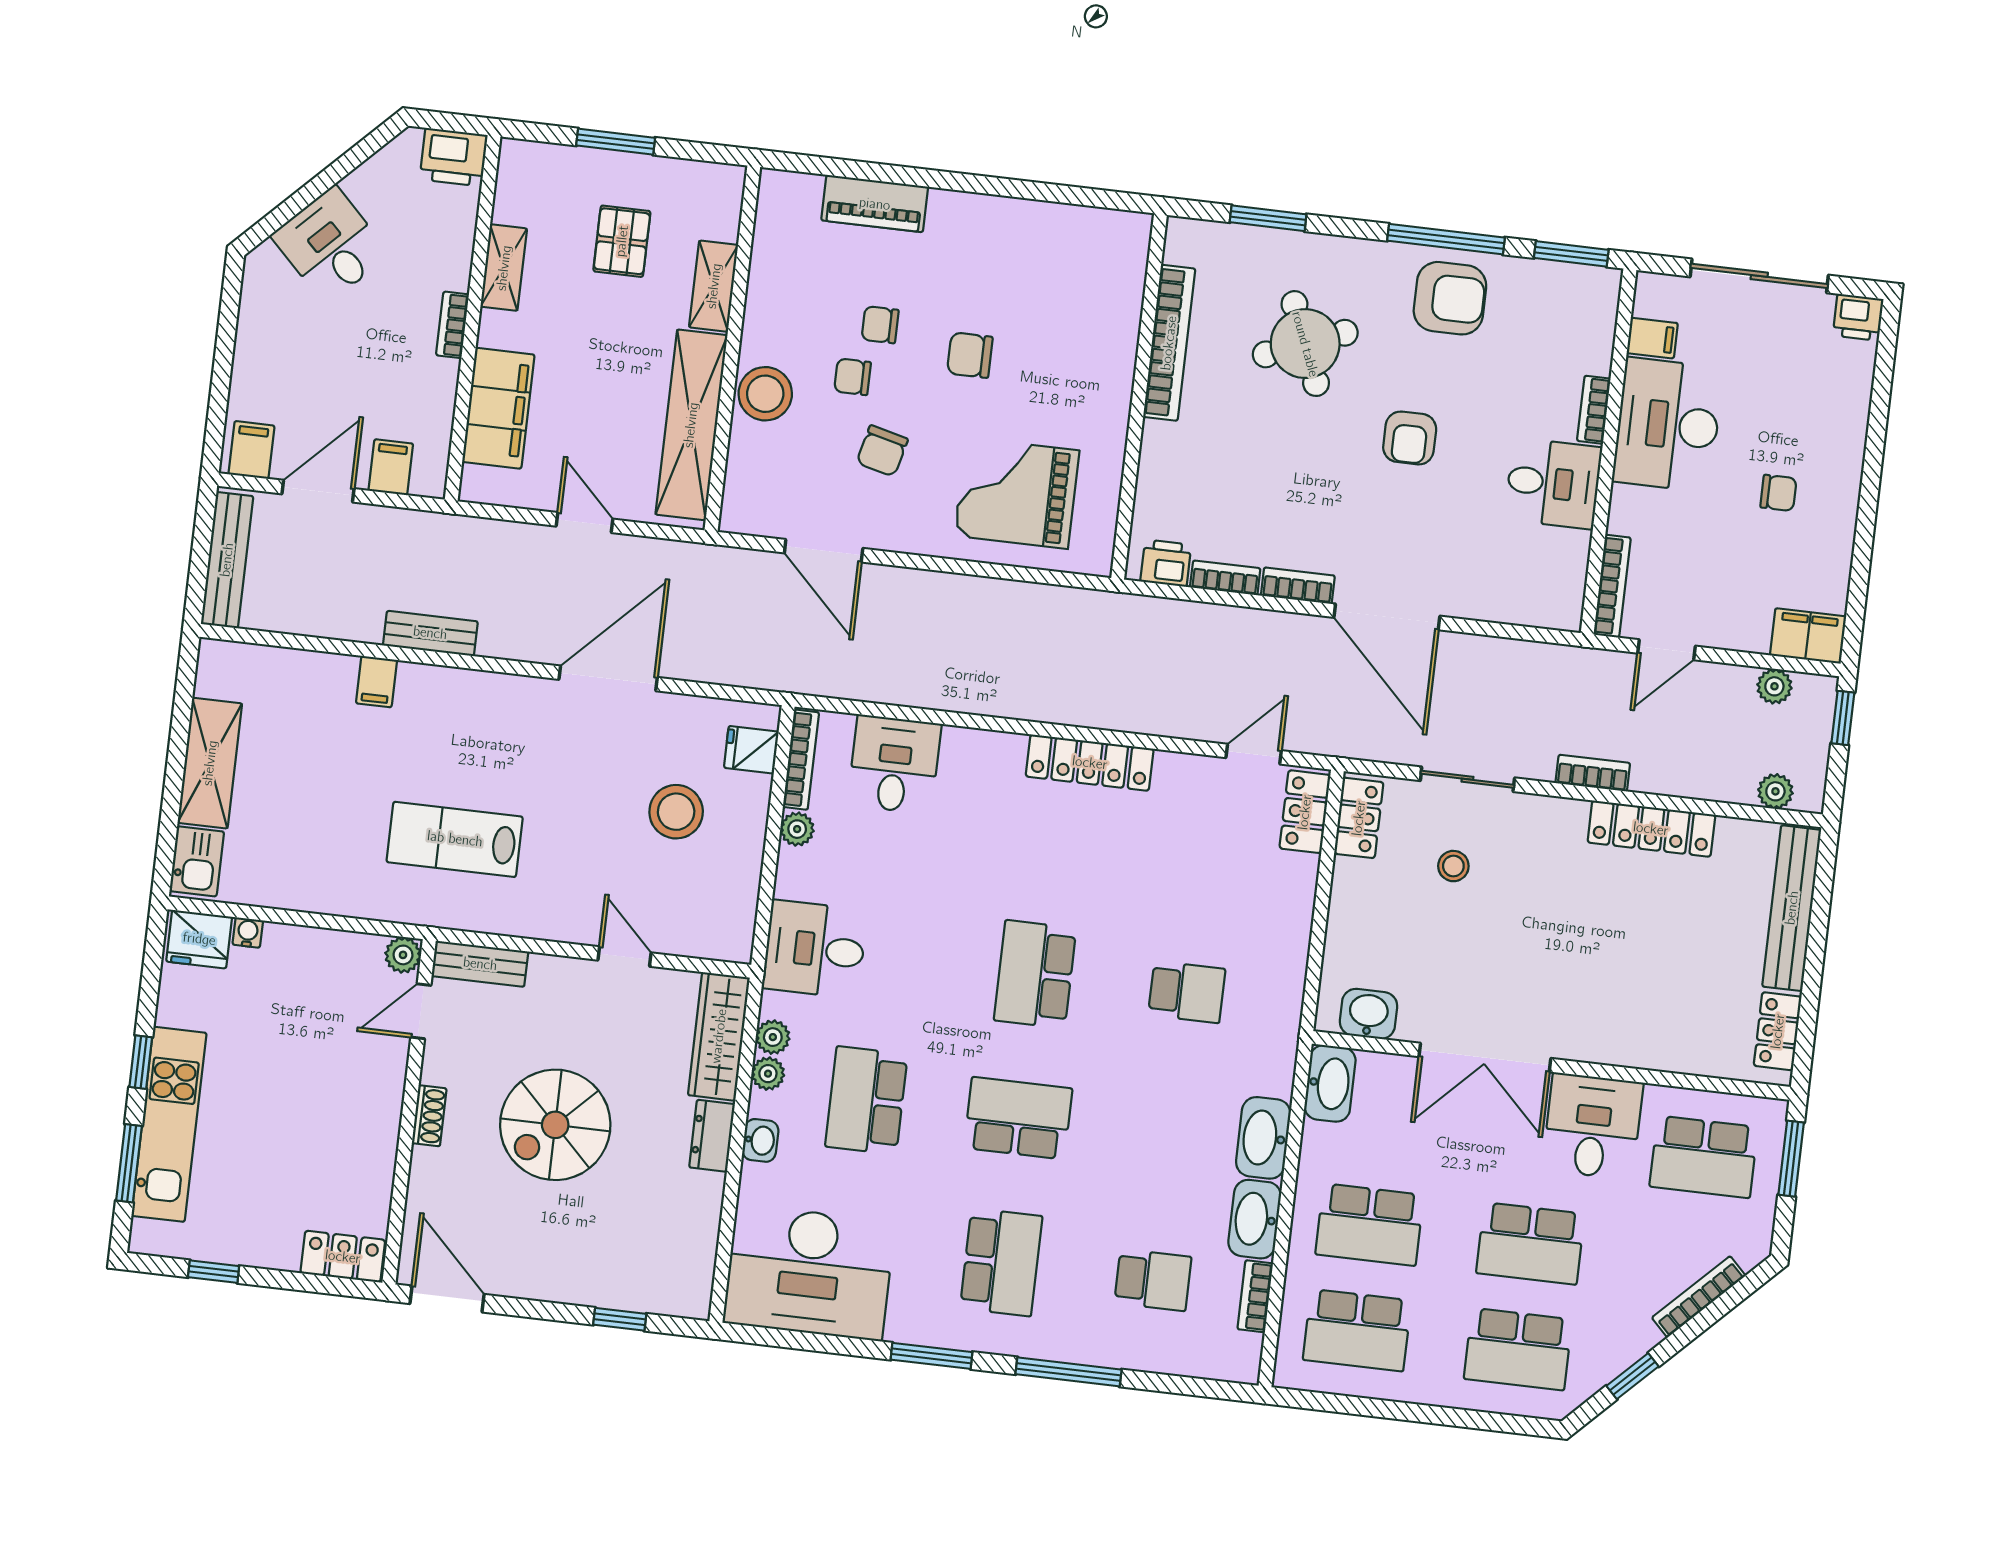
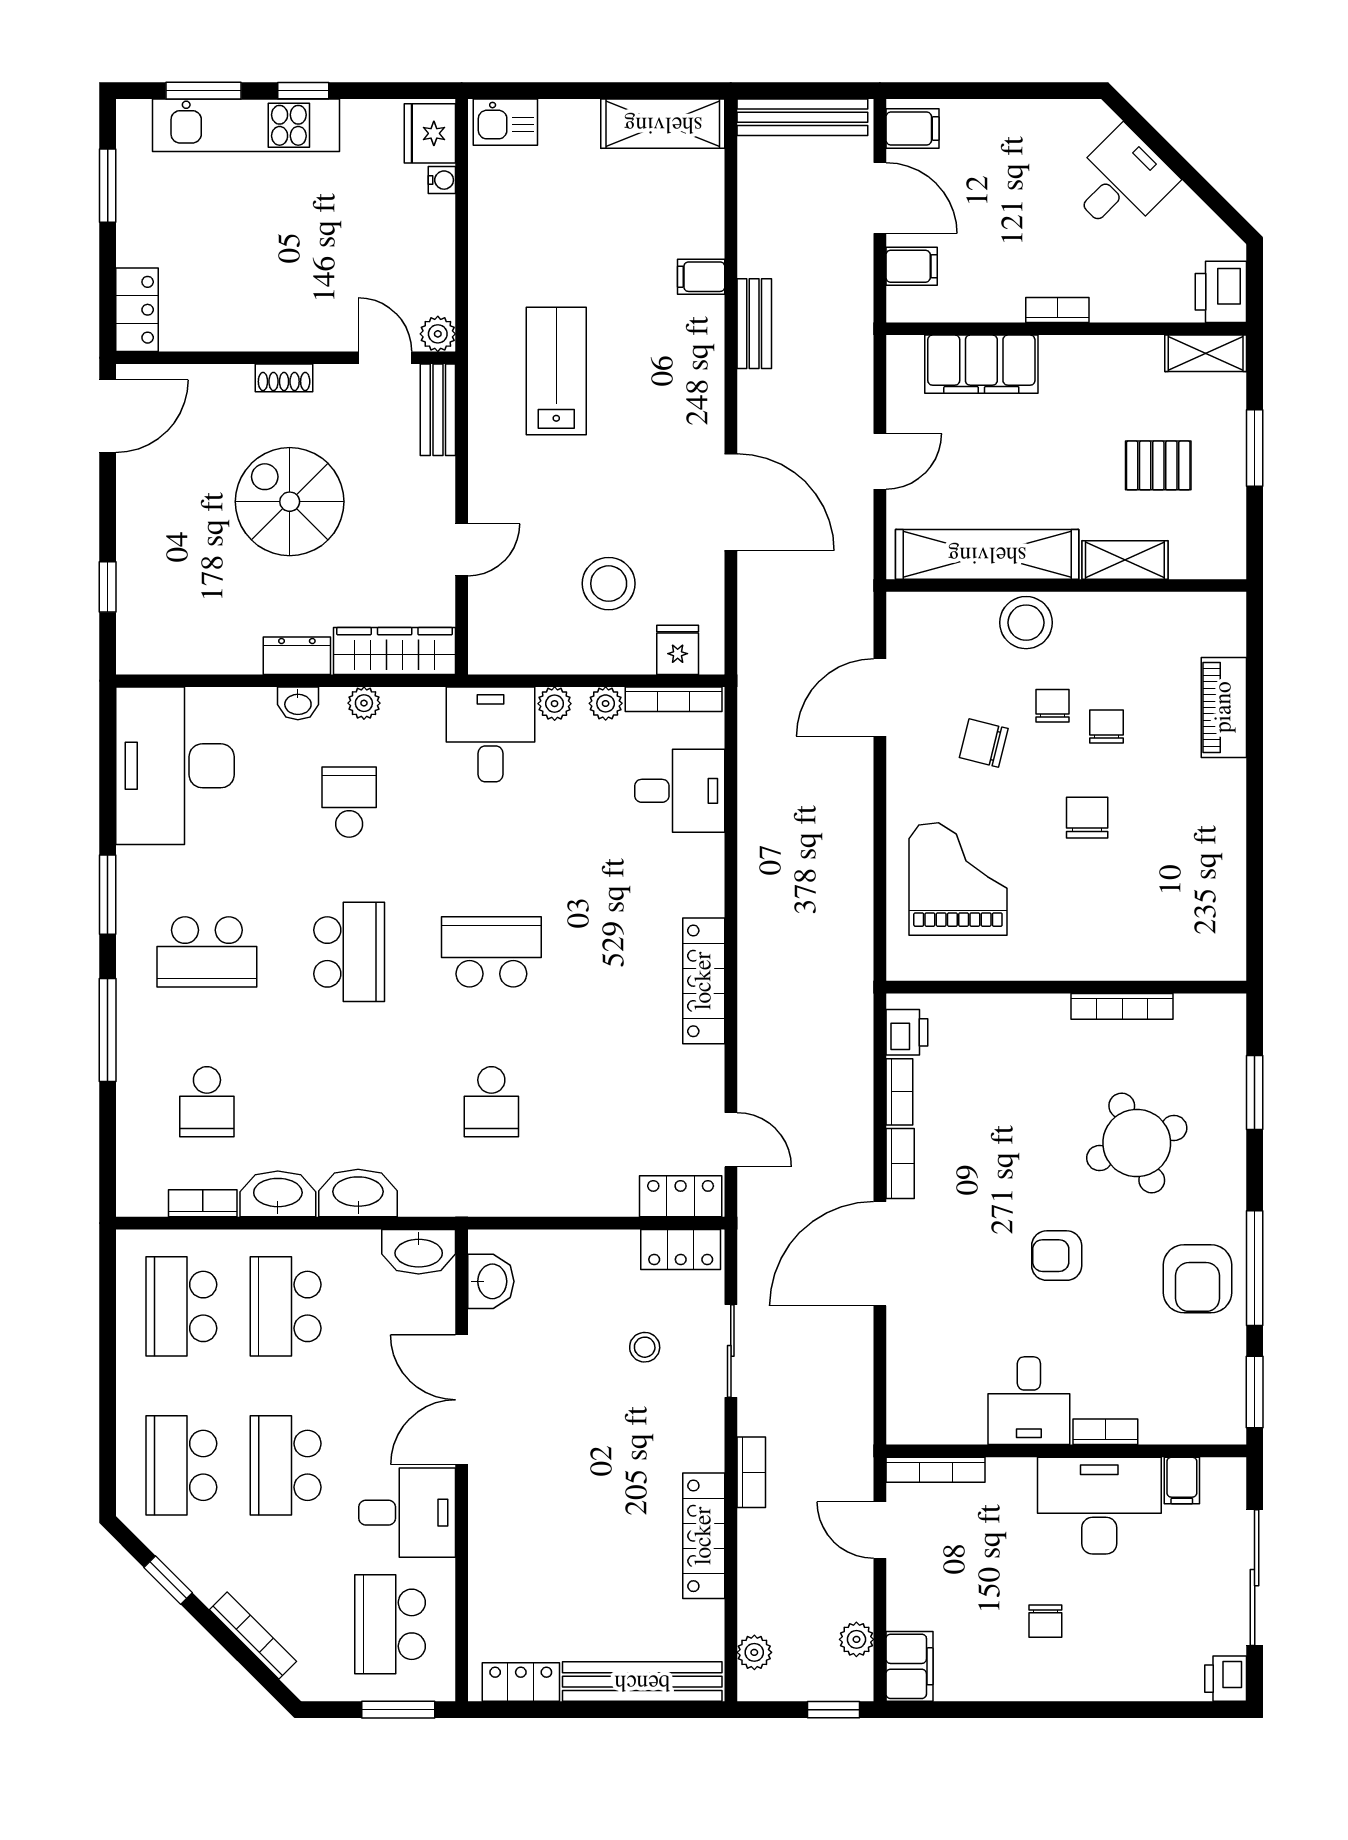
shelving: (504, 268) -> (1206, 353), moved
bookcase: (1169, 343) -> (1122, 1006), width x0.68, depth x0.76
shelving: (210, 763) -> (663, 124), moved
plant: (773, 1037) -> (555, 704), moved
school desk: (866, 1100) -> (349, 802), width x0.54
window: (214, 1272) -> (108, 186), width x1.50

